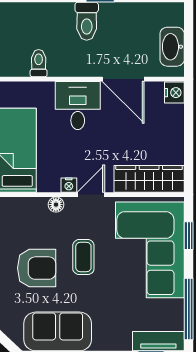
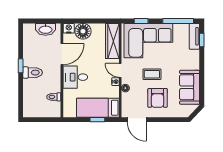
floor lamp: (168, 121) -> (83, 31), added
armchair: (37, 268) -> (158, 98), turned 180

